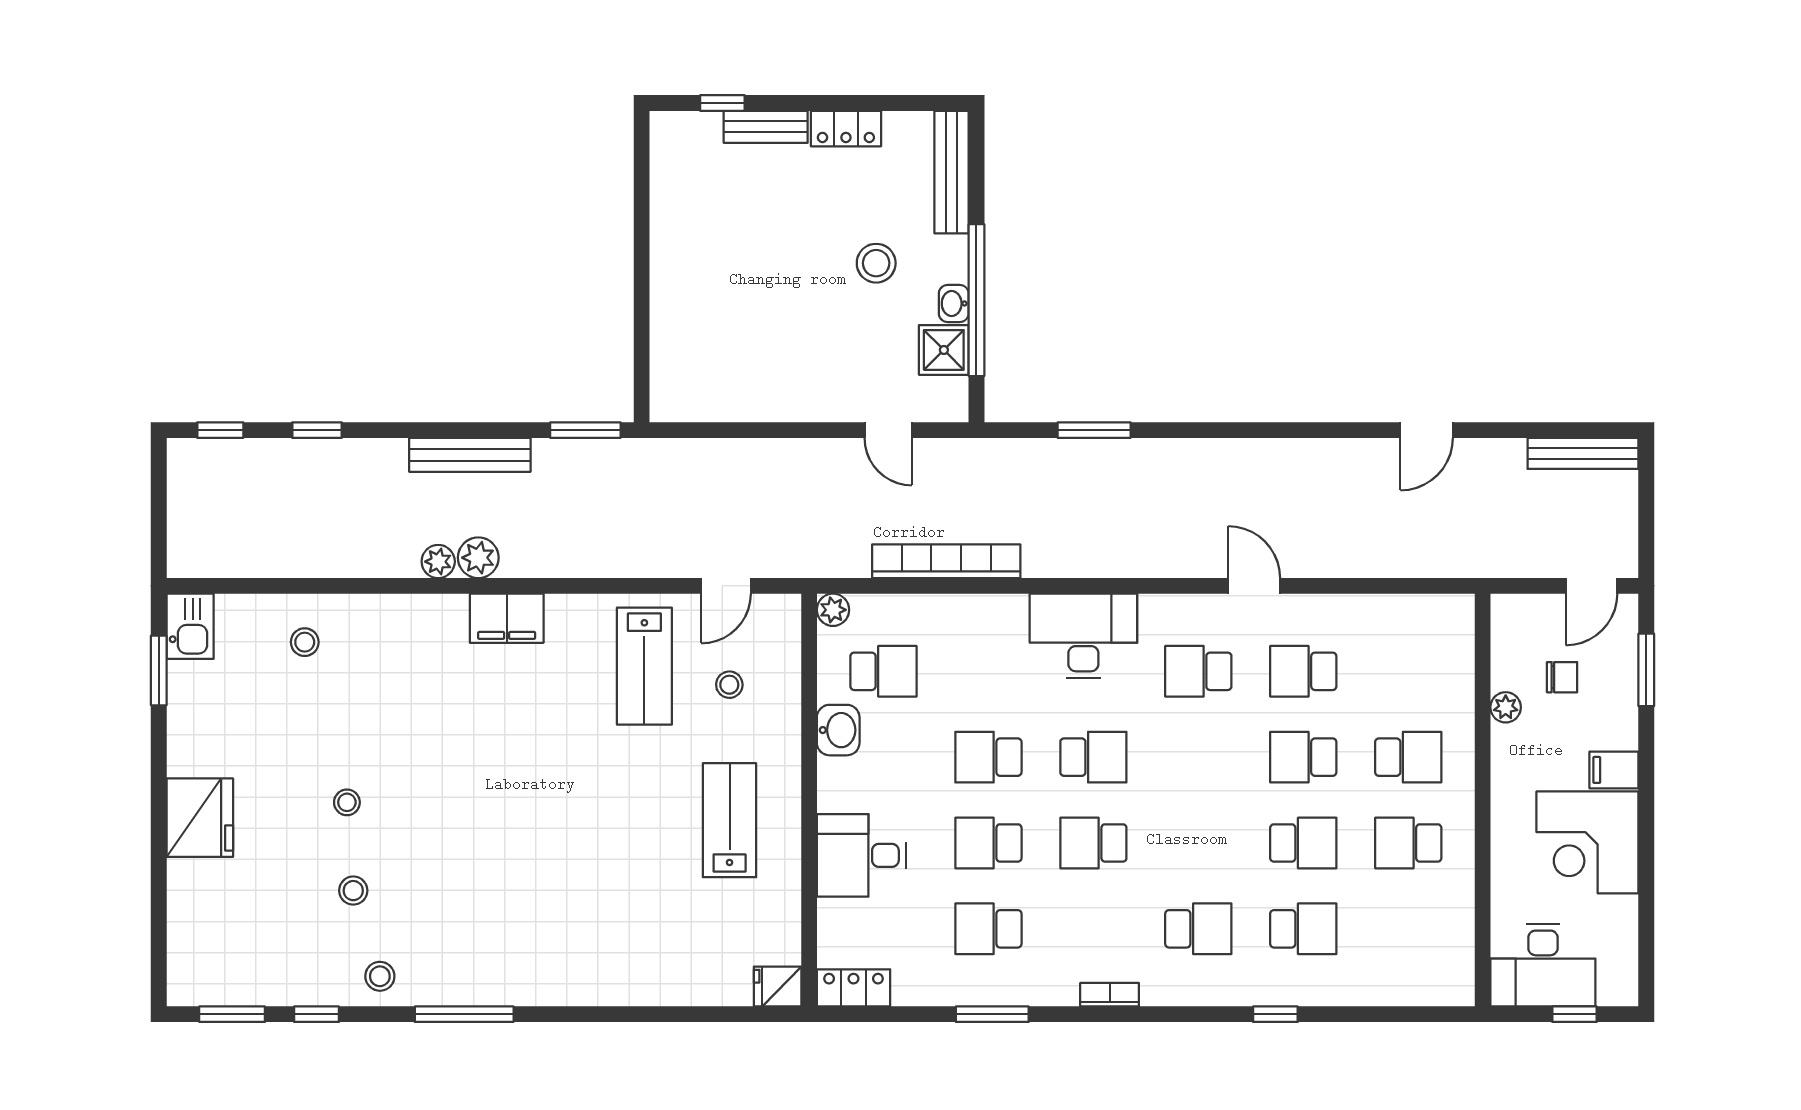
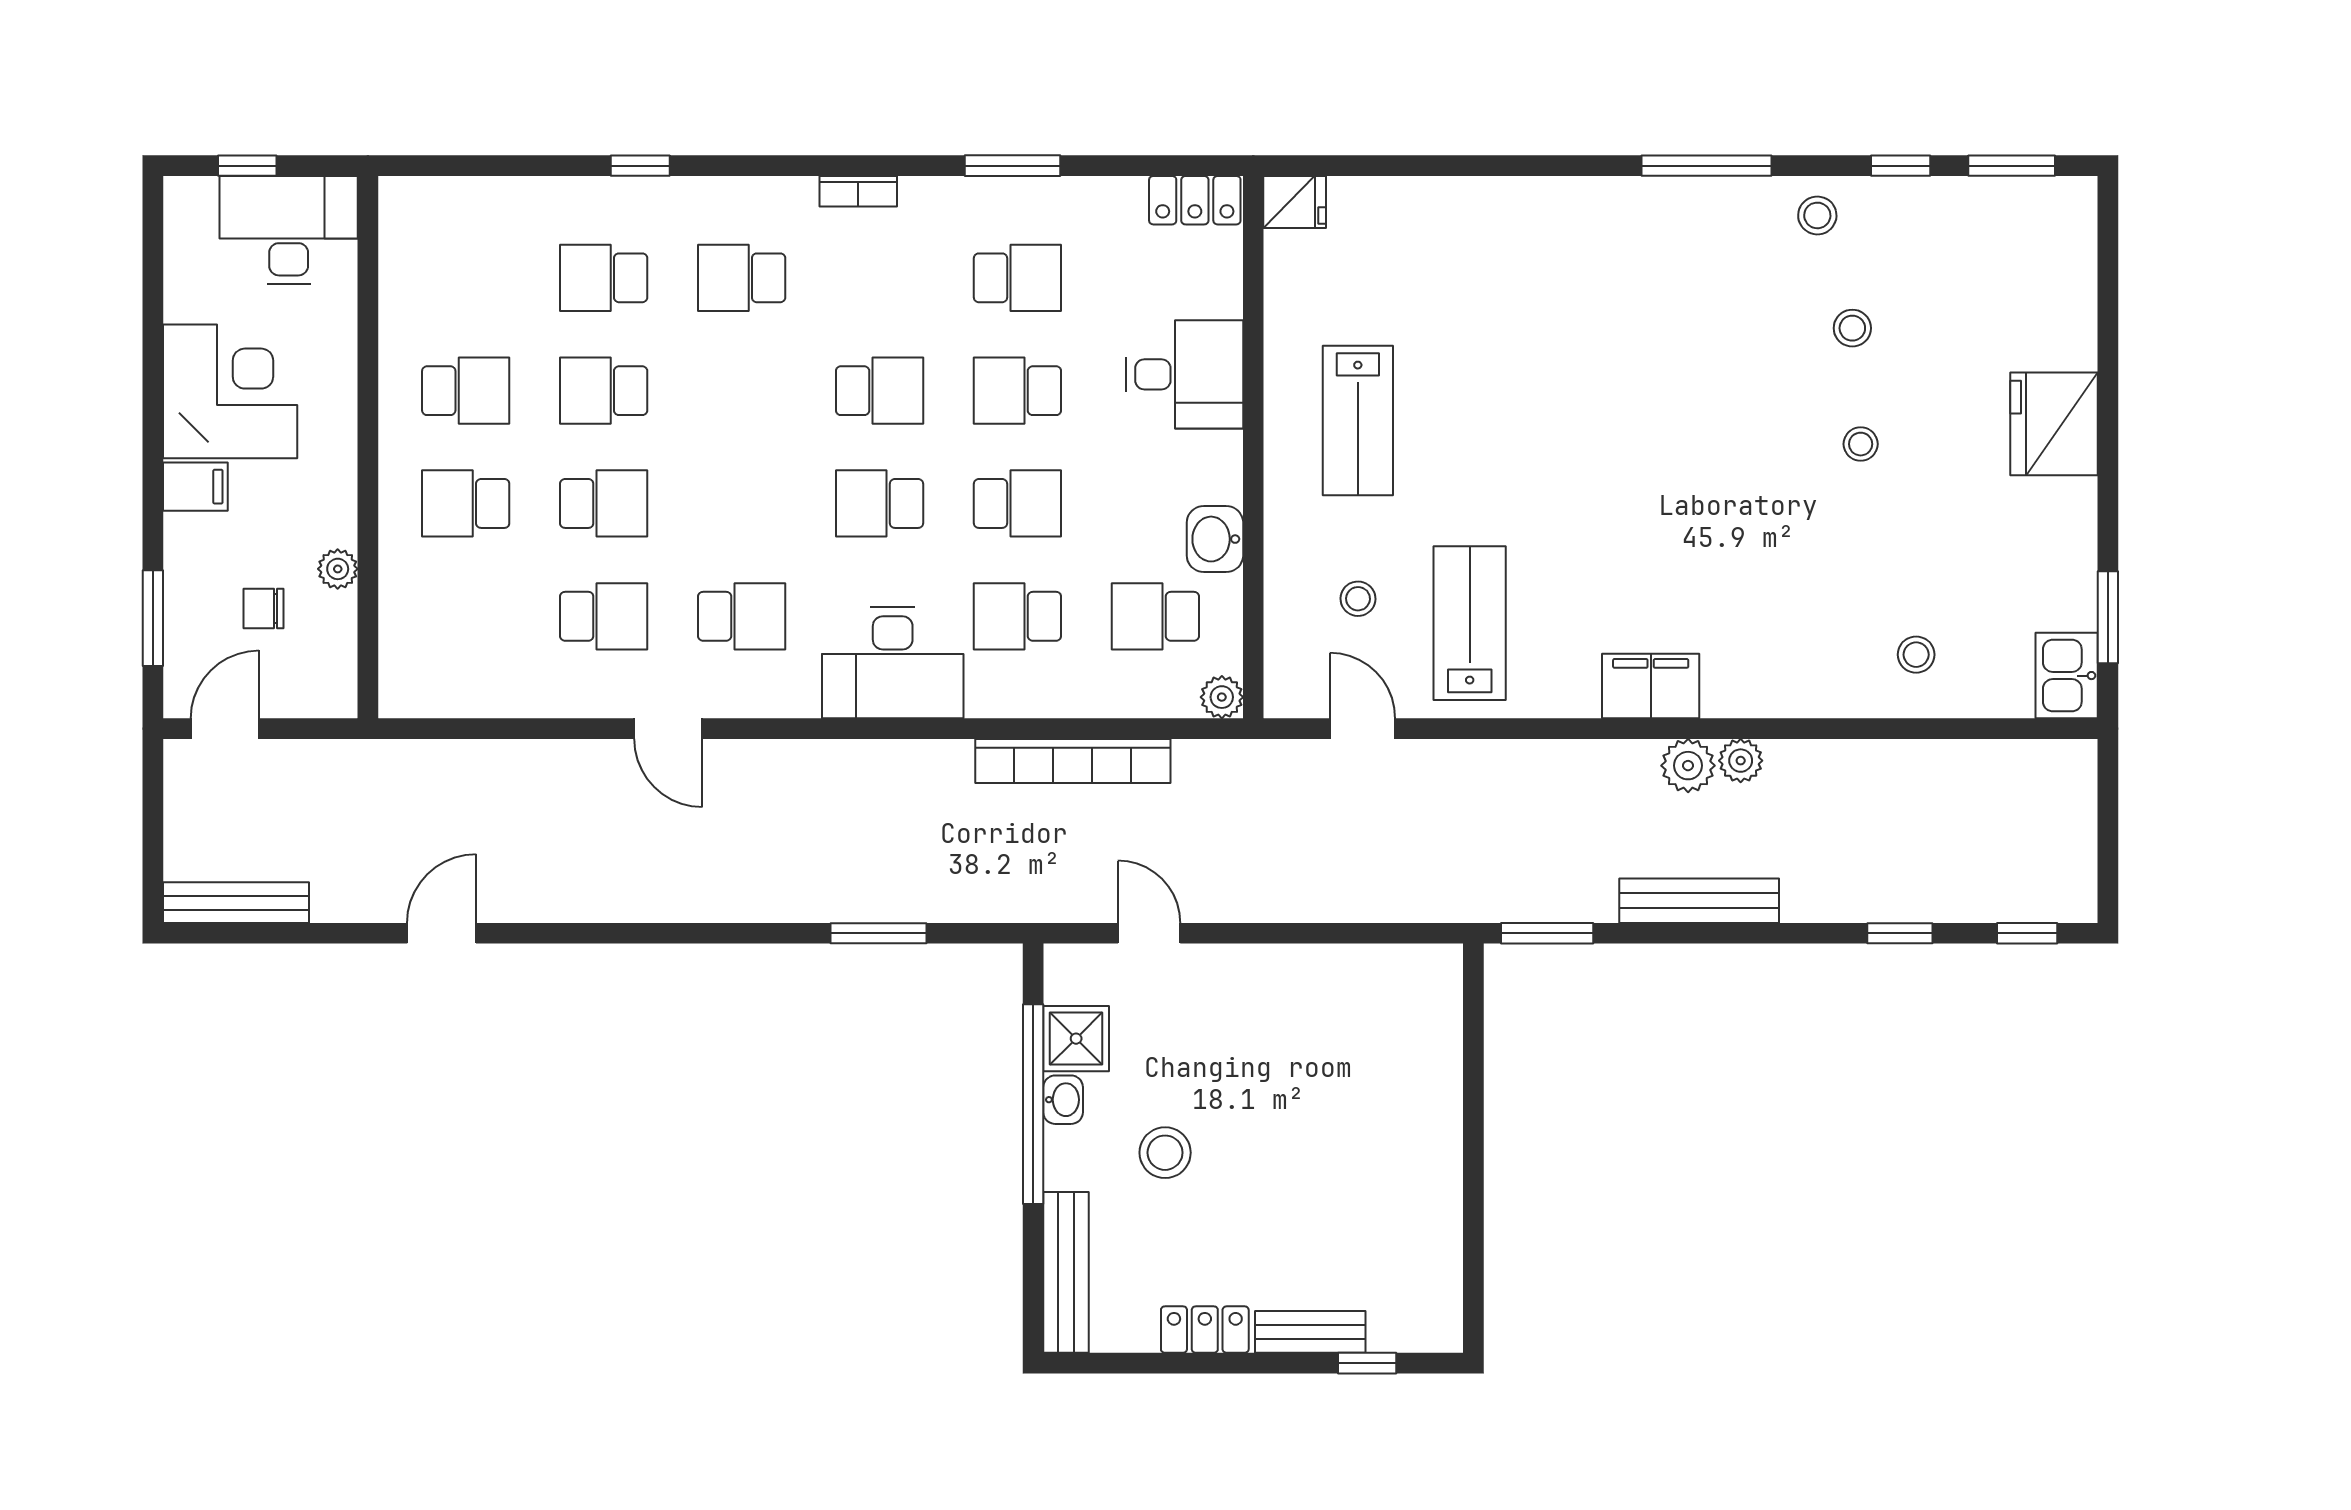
door: (726, 586) -> (1363, 729), hinge flipped
school desk: (988, 671) -> (1017, 616), added
school desk: (988, 843) -> (1017, 391), turned 180

